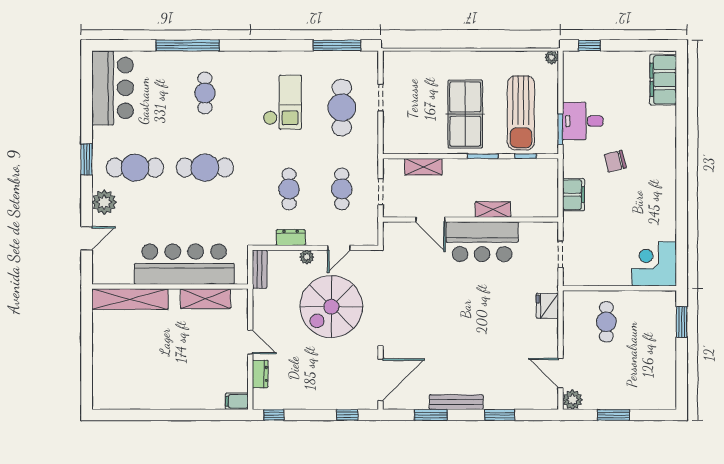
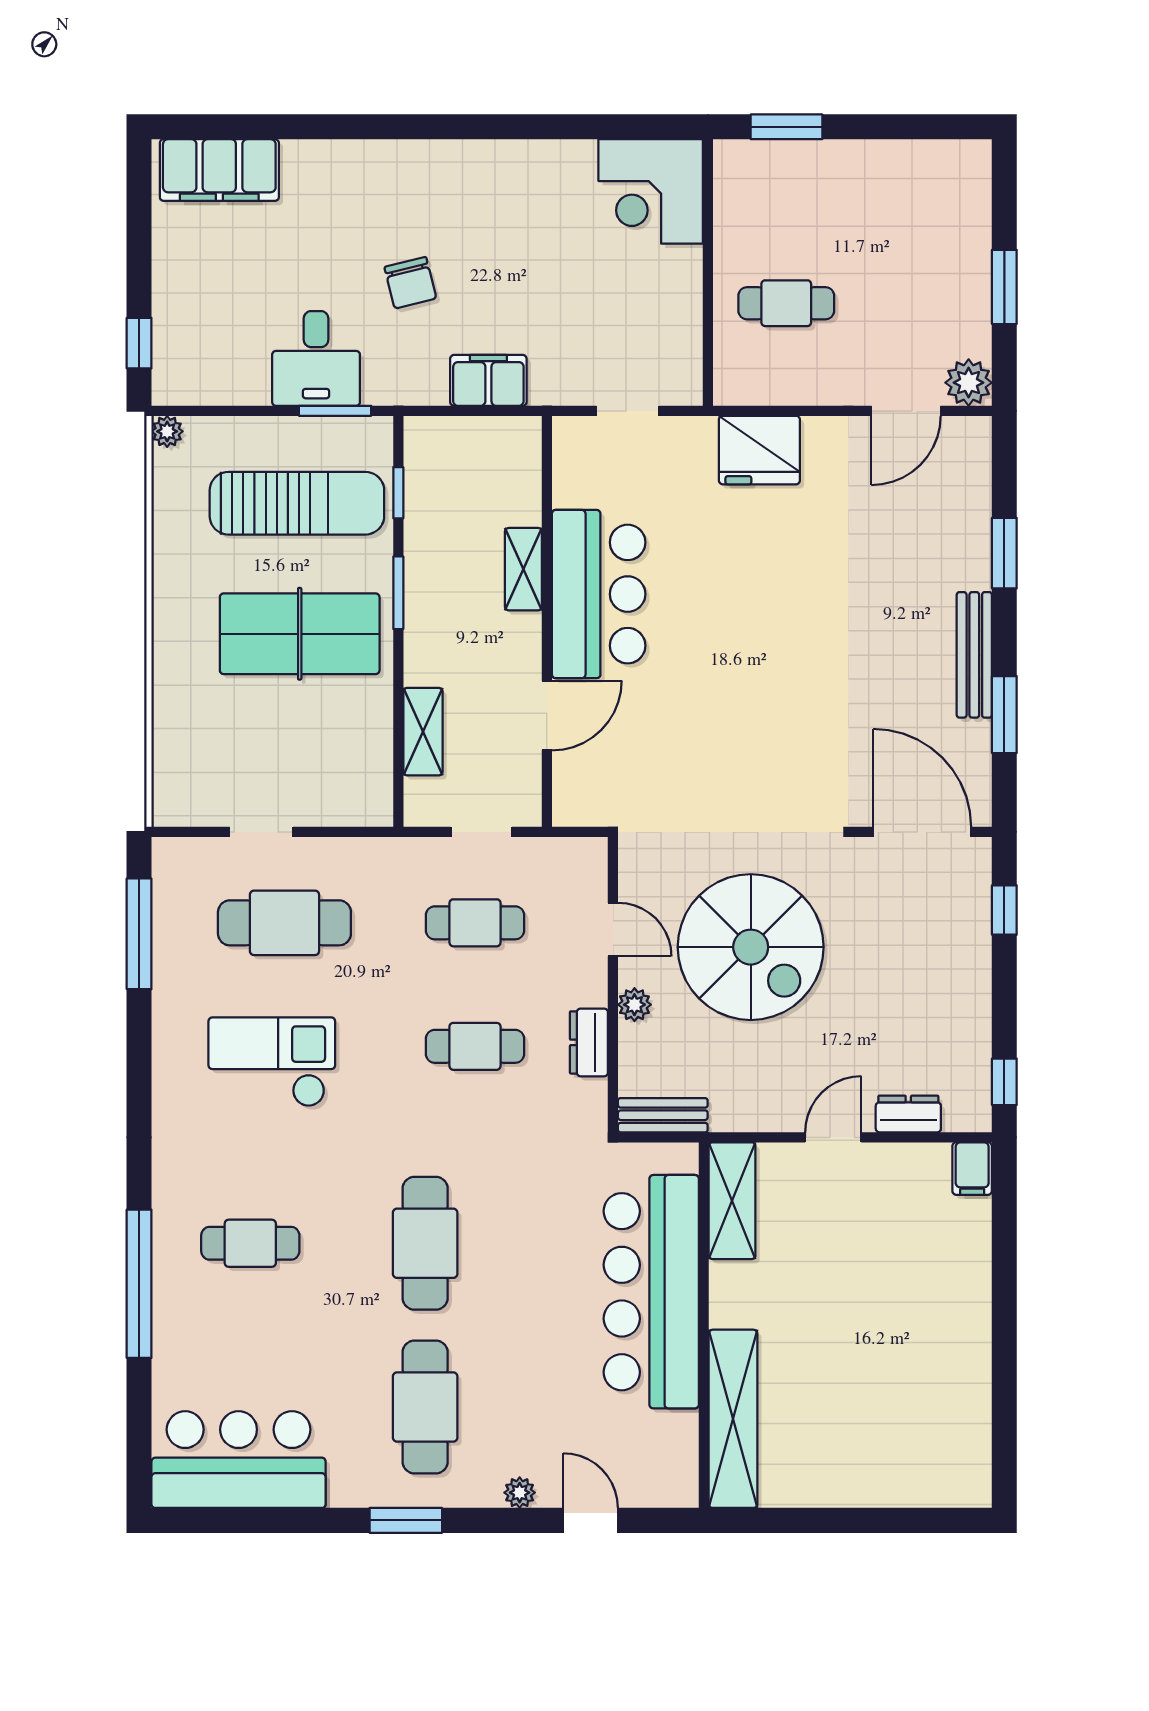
plant: (104, 202) -> (520, 1493), width x0.53, depth x0.53
shelving: (205, 299) -> (732, 1201), moved
fridge: (547, 306) -> (759, 450), width x1.36, depth x1.34

